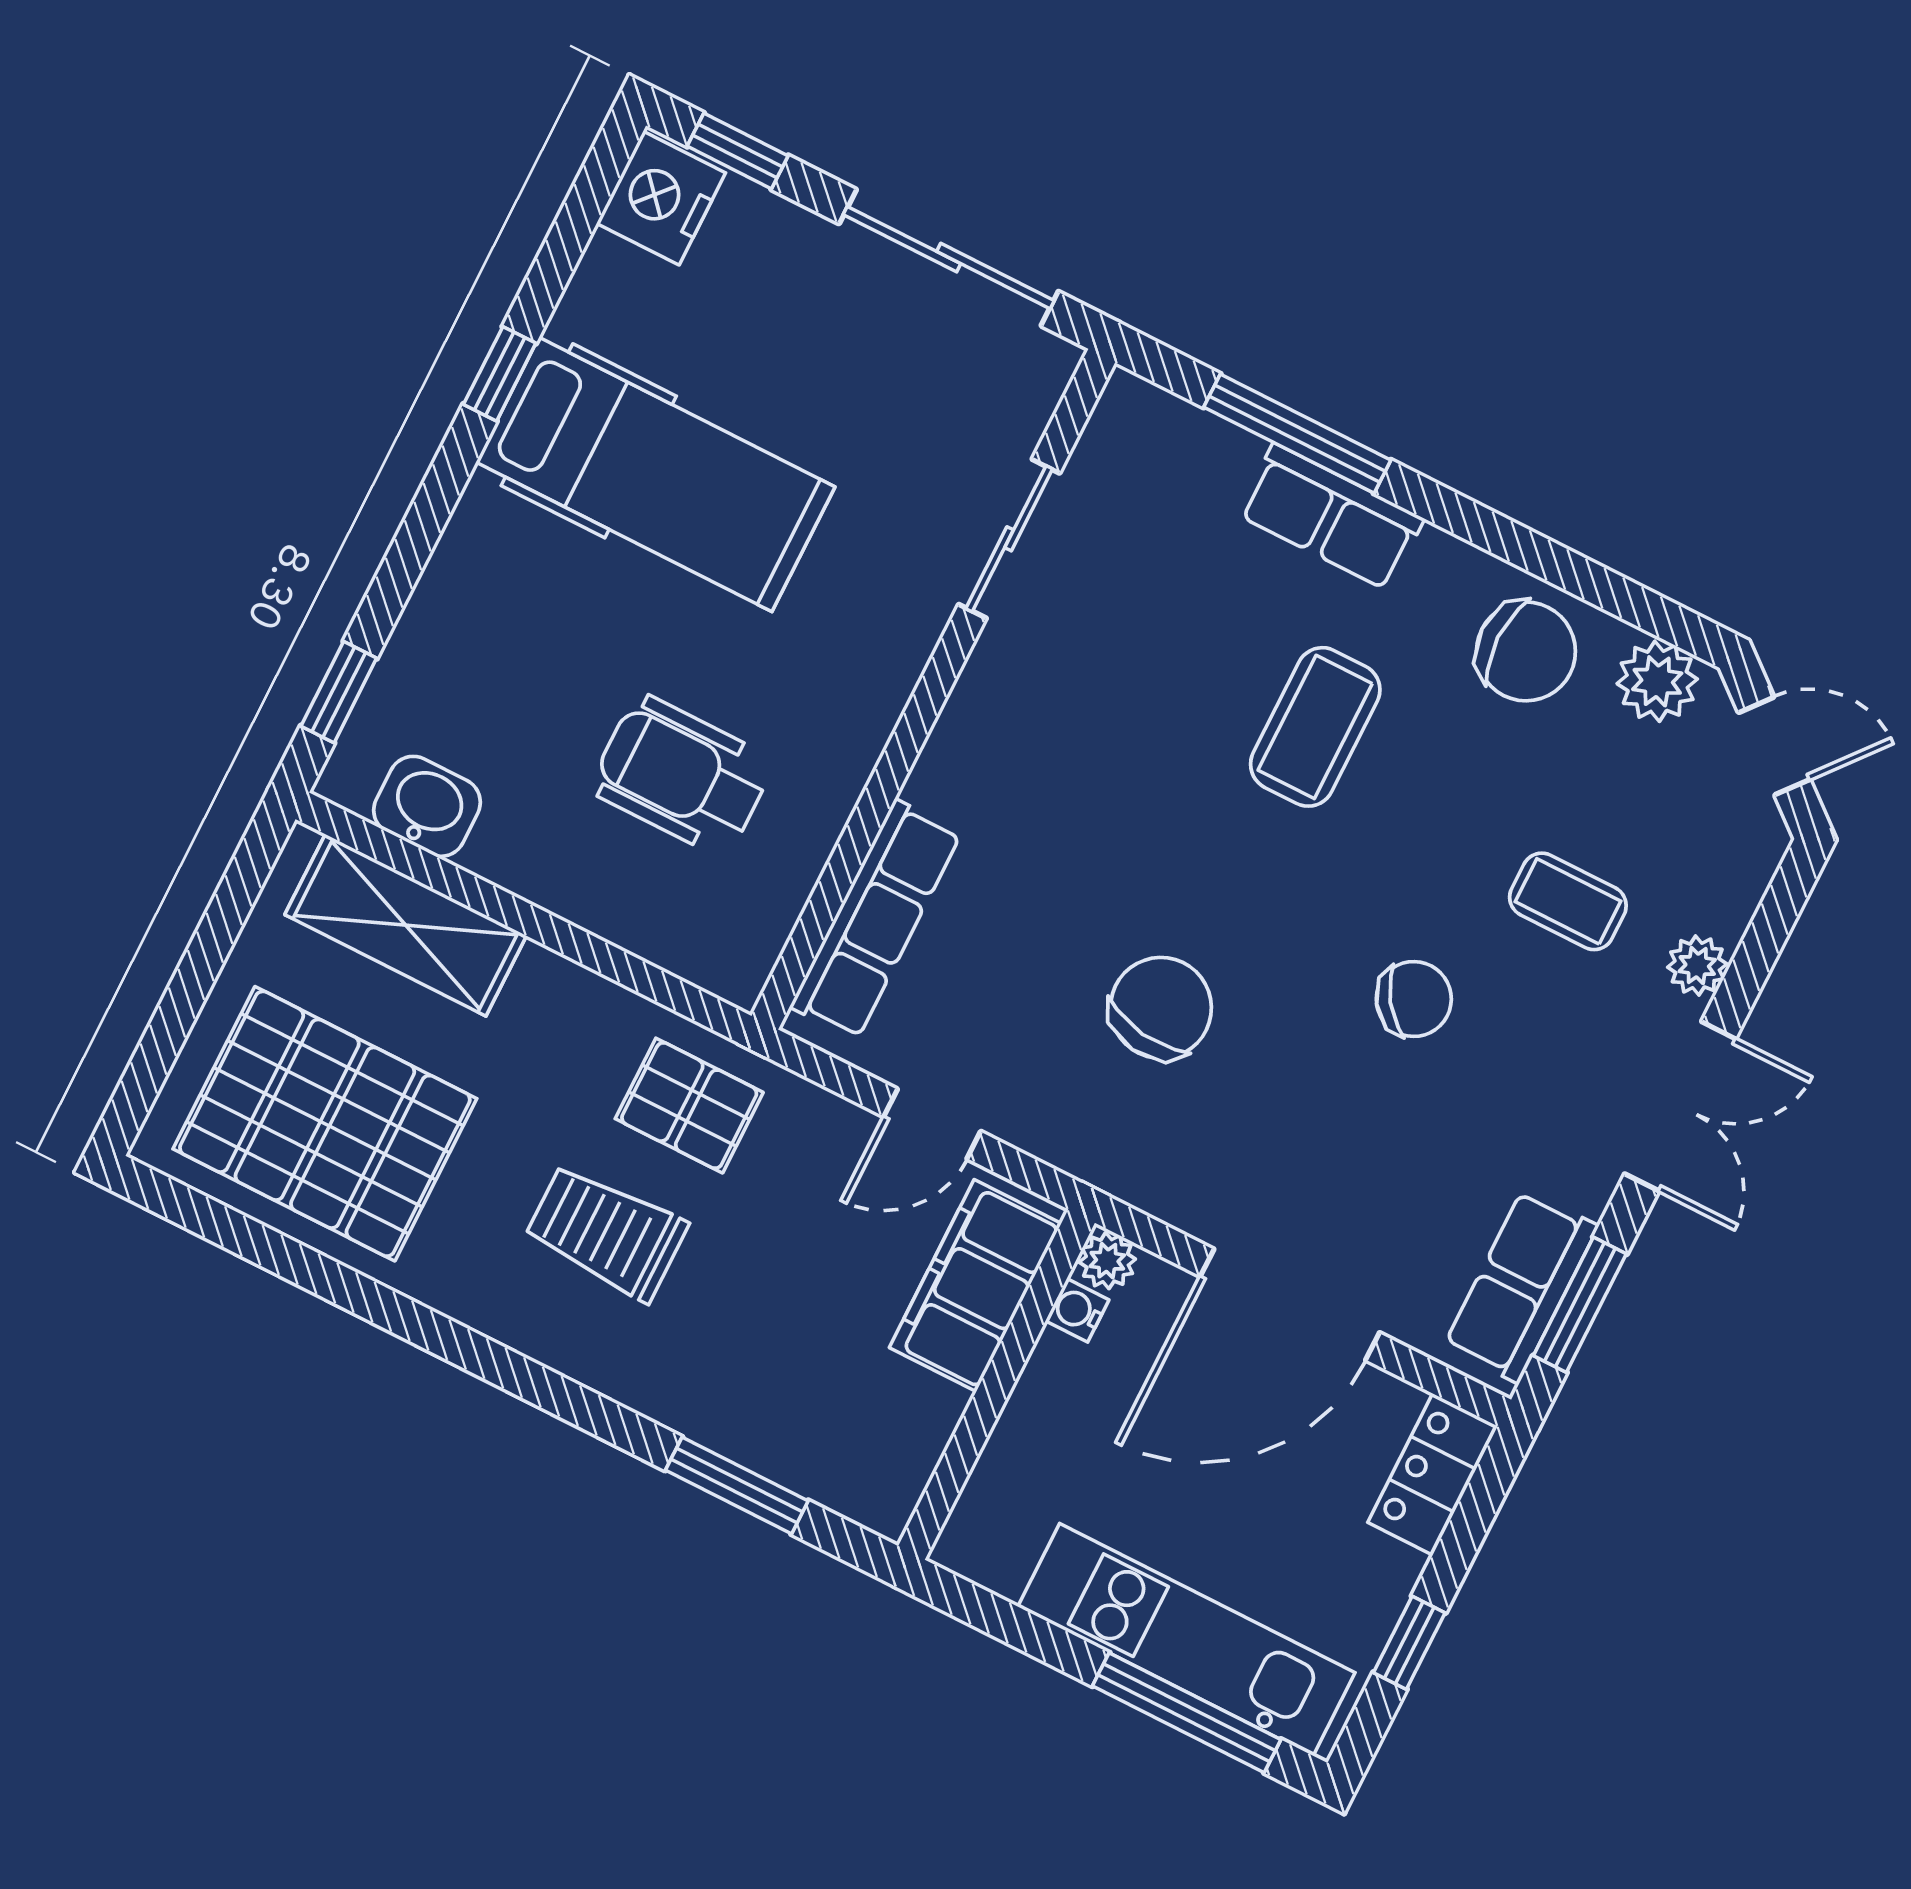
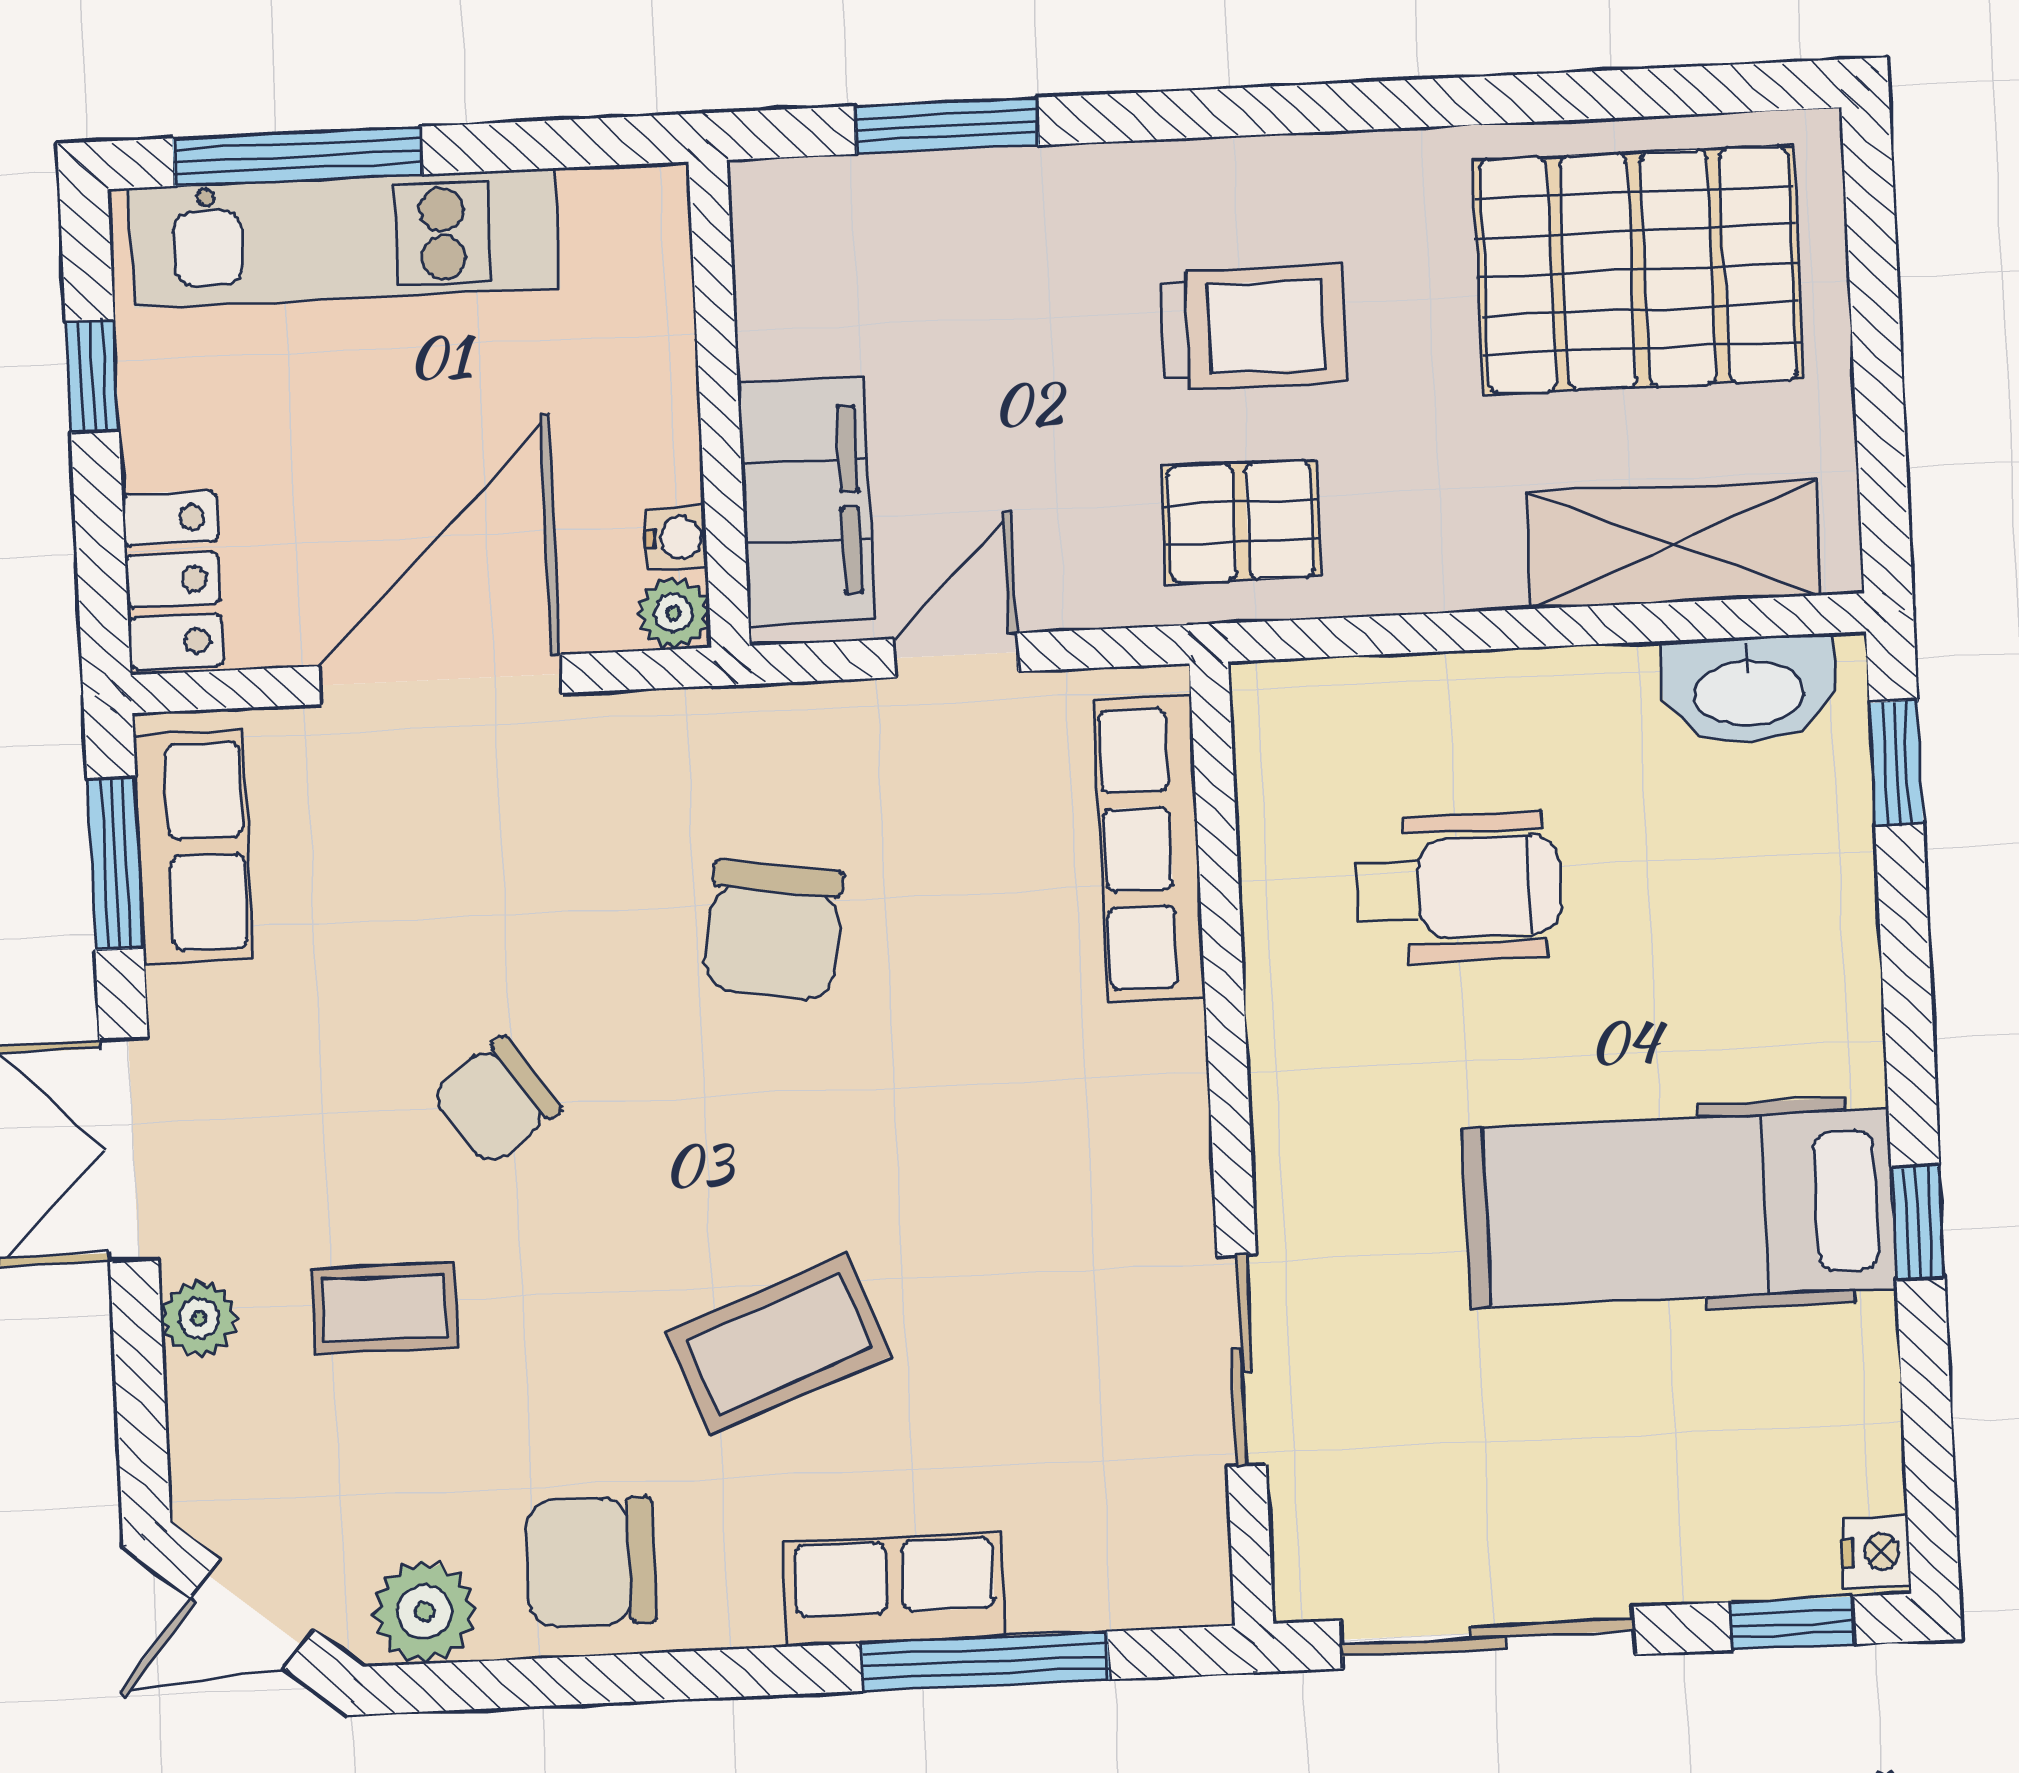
nightstand: (661, 198) -> (1876, 1552), width x0.53, depth x0.56
coffee table: (1315, 727) -> (779, 1344), turned 69
washbasin: (427, 806) -> (1749, 690), width x1.38

